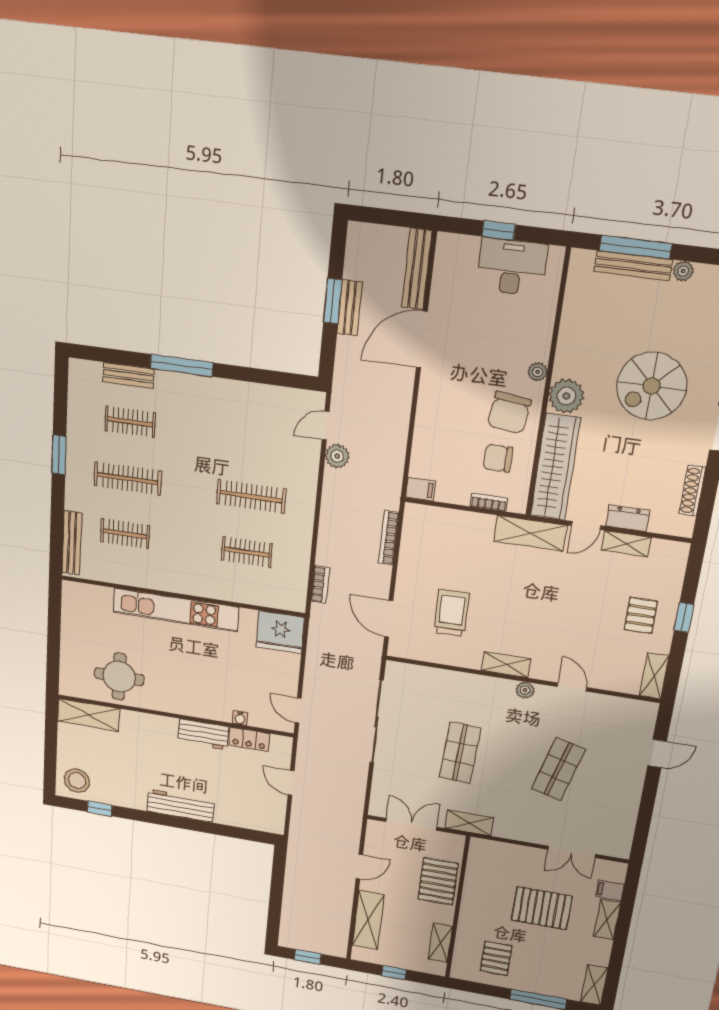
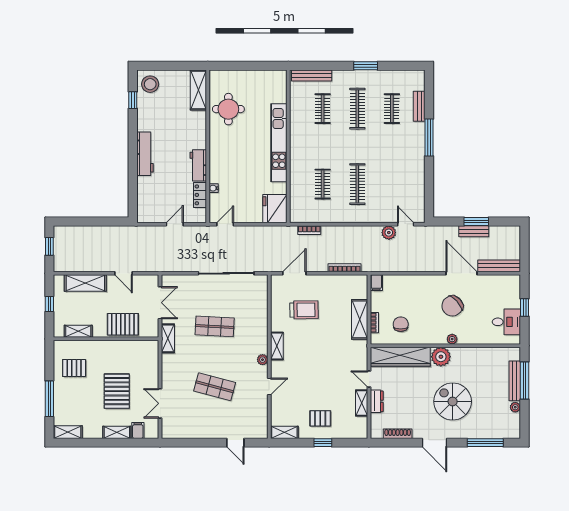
desk: (512, 267) -> (506, 322), width x0.73
chair: (509, 413) -> (452, 306), moved, turned -49
shelving: (530, 533) -> (360, 319), moved

